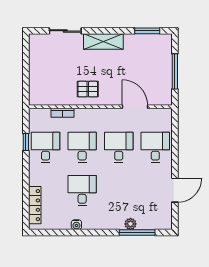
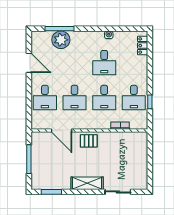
pallet: (88, 89) -> (89, 141), moved
door: (175, 190) -> (29, 63), swing flipped
locker: (35, 205) -> (143, 46), width x0.66
plant: (130, 224) -> (61, 40), width x1.87, depth x1.87

